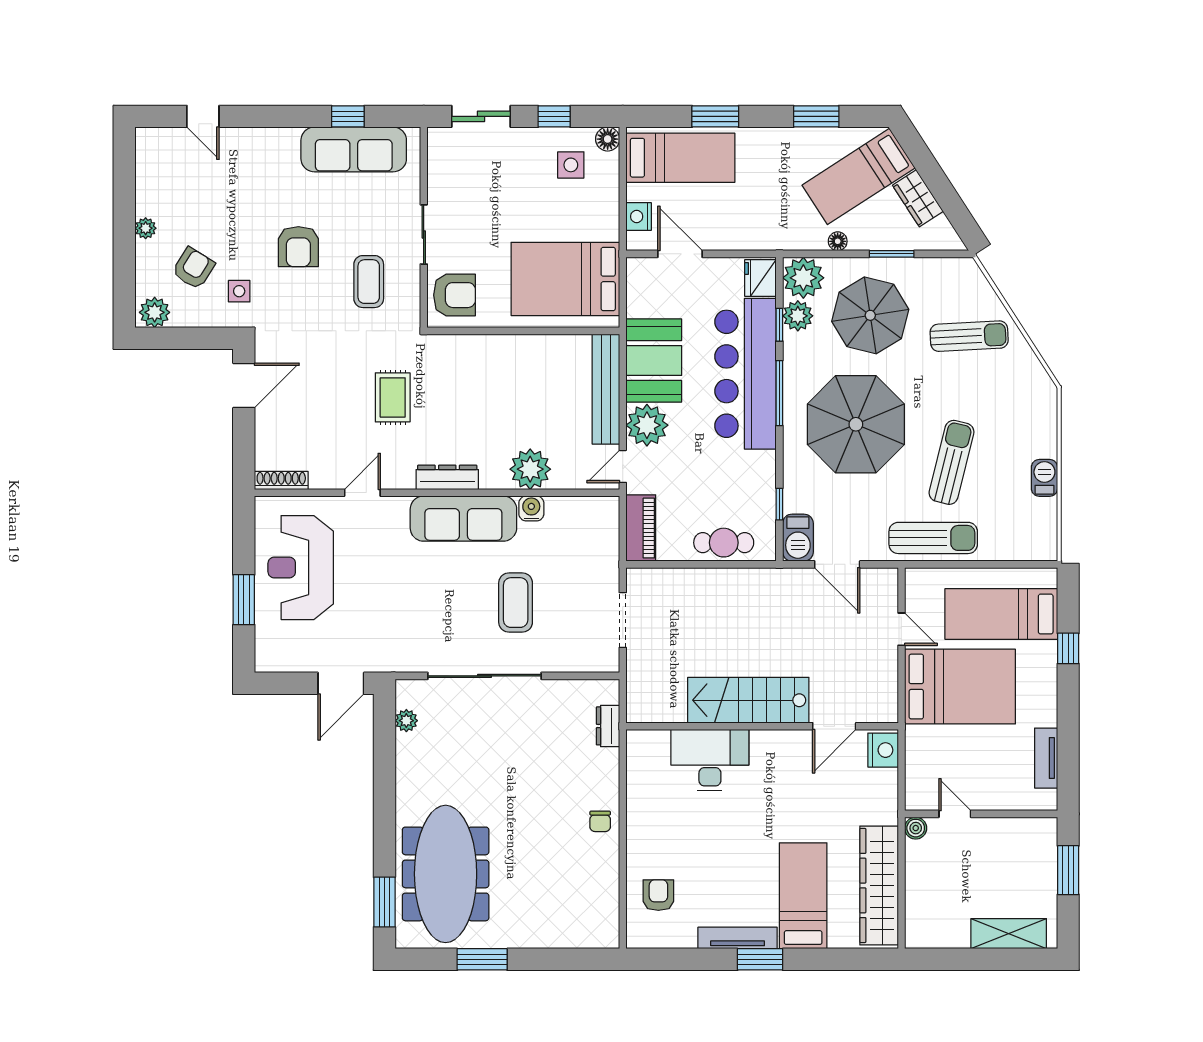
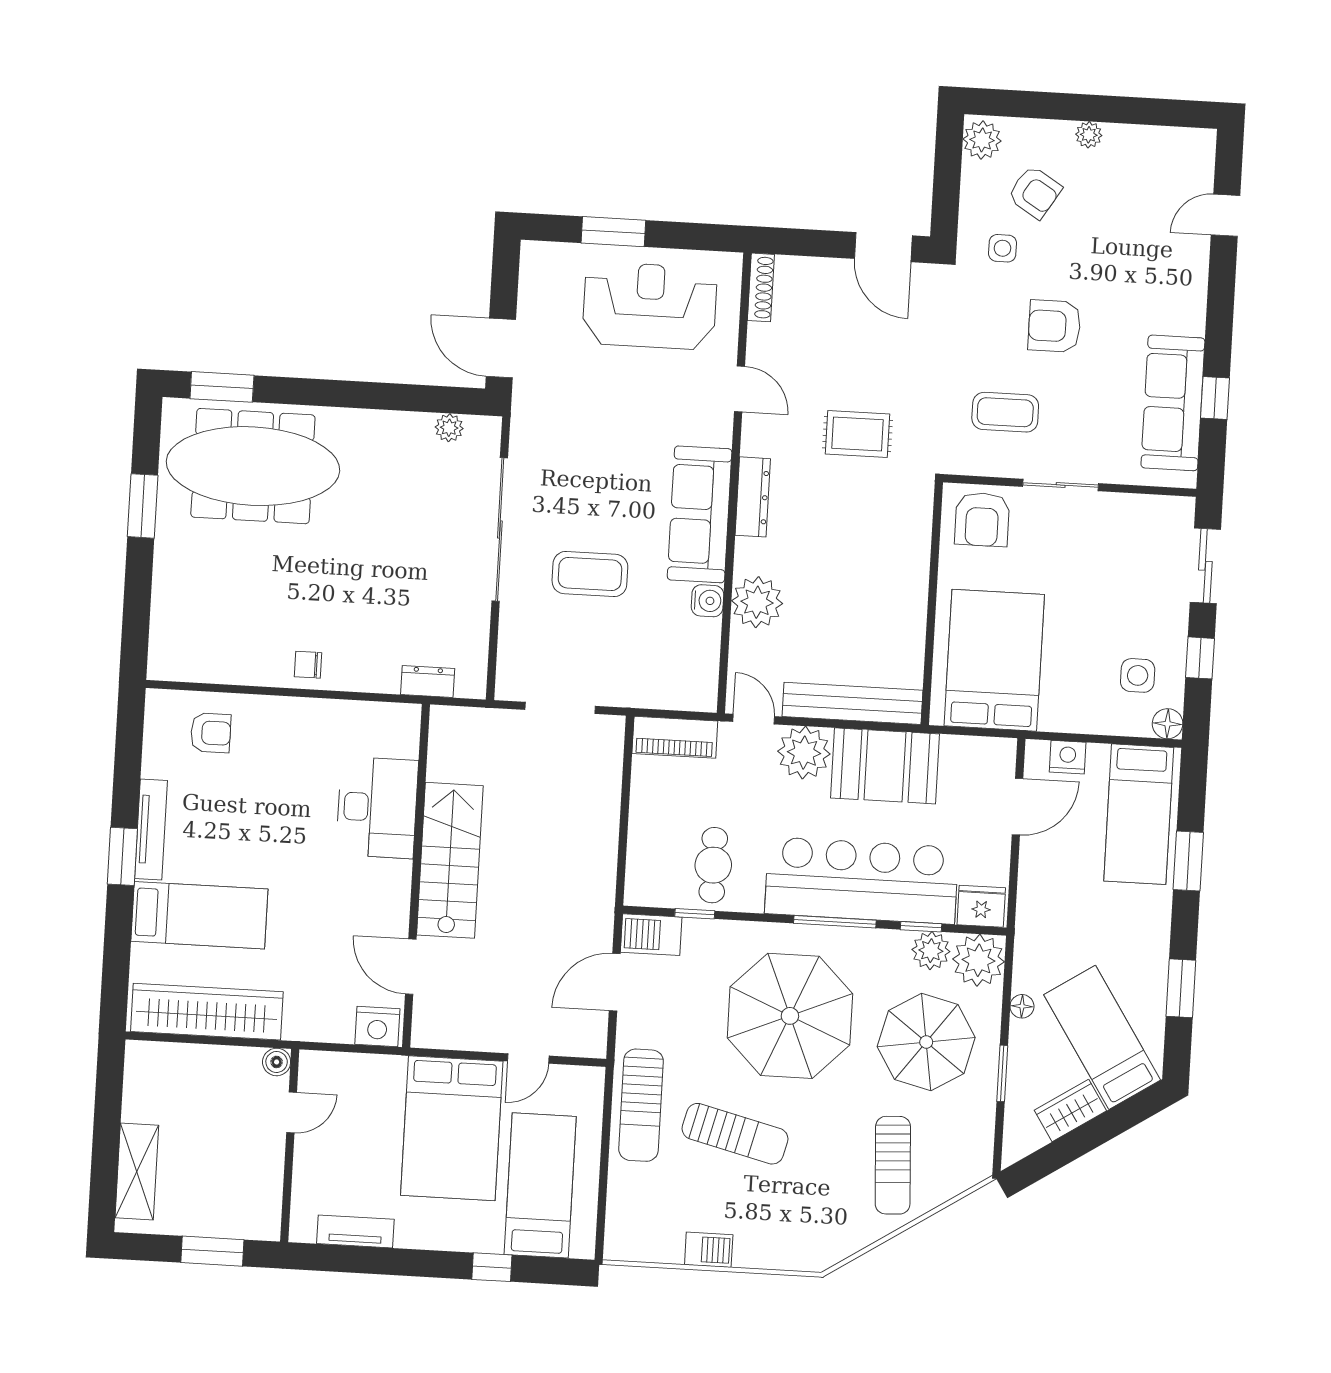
cafe table: (724, 543) -> (713, 865), moved

